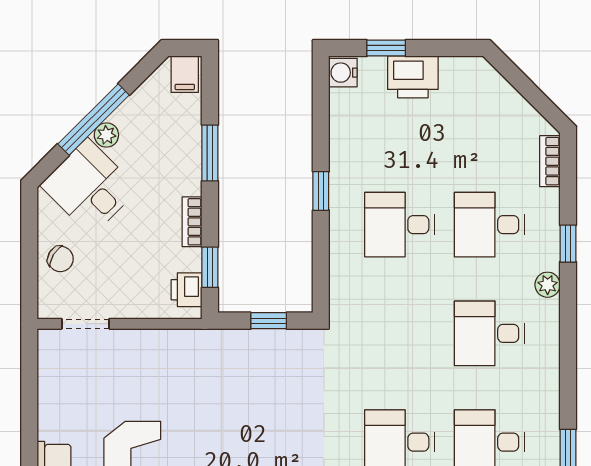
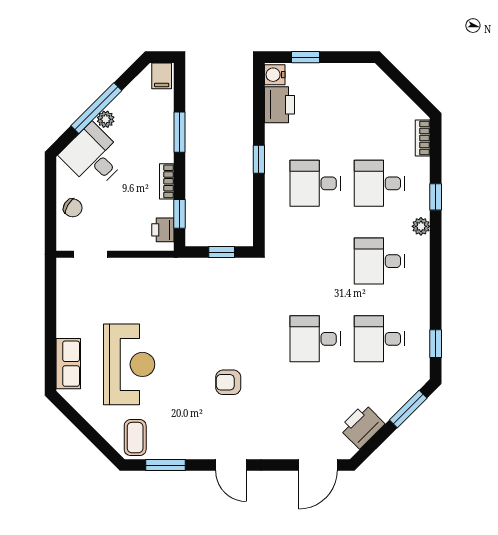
printer: (413, 77) -> (280, 105), moved, turned -90

